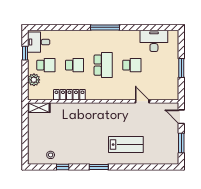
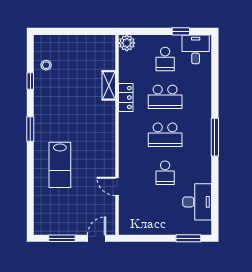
school desk: (75, 65) -> (165, 97), width x1.85
window: (181, 68) -> (188, 238), moved
plant: (34, 80) -> (127, 43), moved
locker: (69, 95) -> (126, 98), width x0.66
door: (142, 101) -> (117, 186), swing flipped
shelving: (39, 108) -> (109, 85), moved

